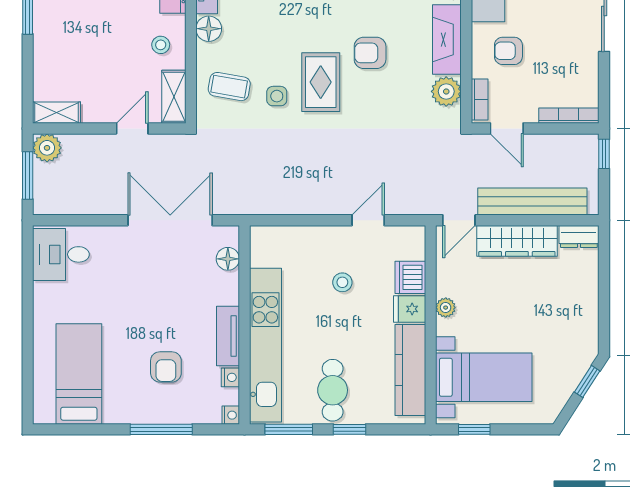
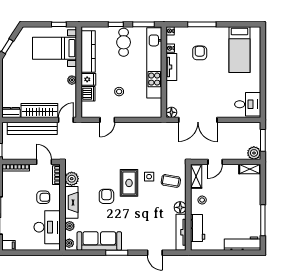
armchair: (370, 53) -> (106, 196), turned -90
floor lamp: (228, 259) -> (171, 112), moved

